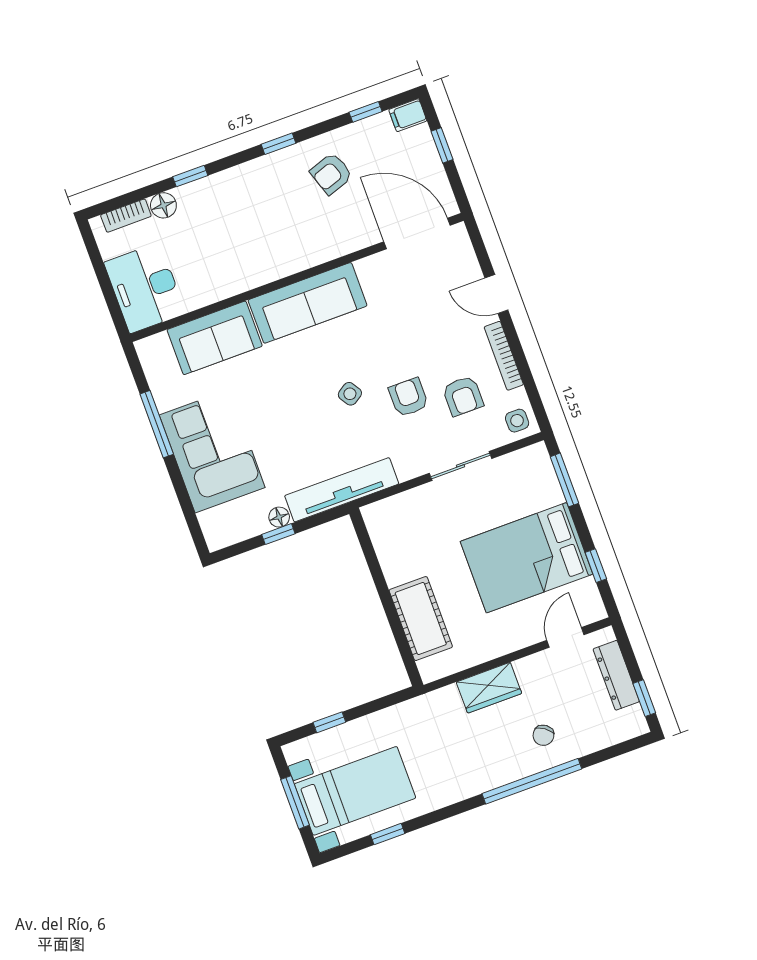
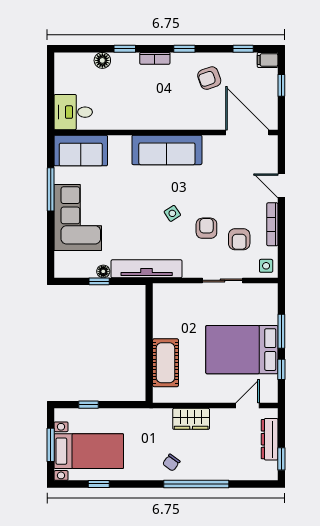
bookcase: (126, 216) -> (155, 58), moved
desk: (145, 288) -> (73, 112), width x0.73
sofa: (215, 338) -> (81, 151), moved
window: (564, 480) -> (281, 331), moved
chair: (543, 735) -> (171, 463), moved

